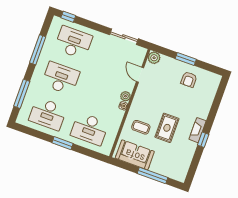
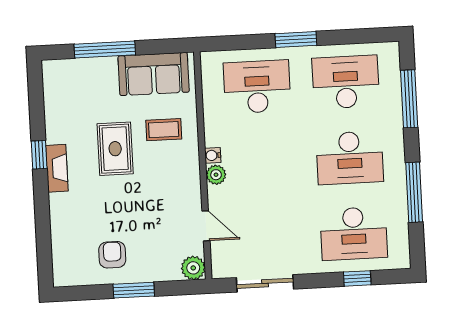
window: (68, 17) -> (357, 278), moved

